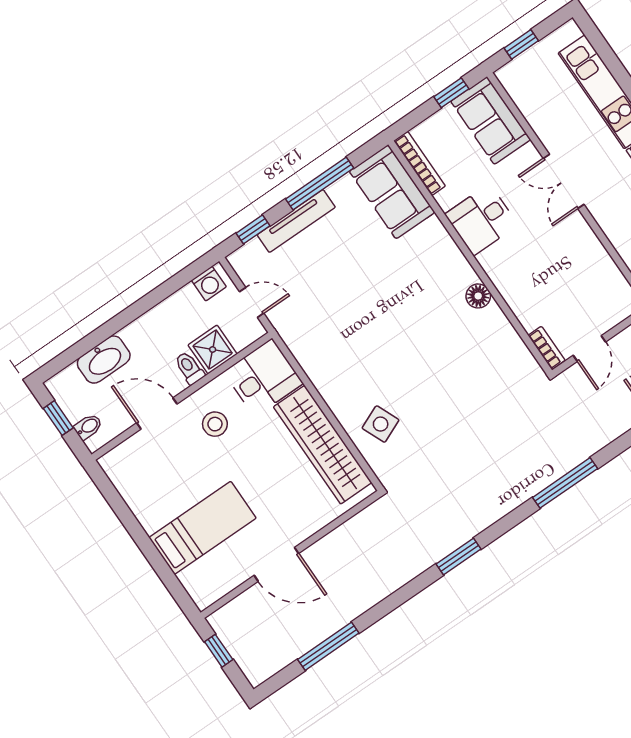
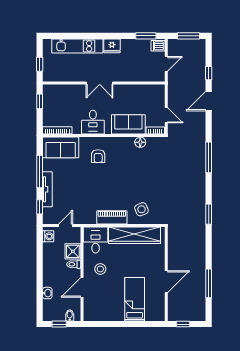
sofa: (491, 120) -> (128, 124), moved, turned 180
armchair: (424, 274) -> (98, 156), added
floor lamp: (478, 296) -> (140, 142), moved
washbasin: (104, 360) -> (47, 293), width x0.52, depth x0.69
piano: (327, 379) -> (112, 217), added

